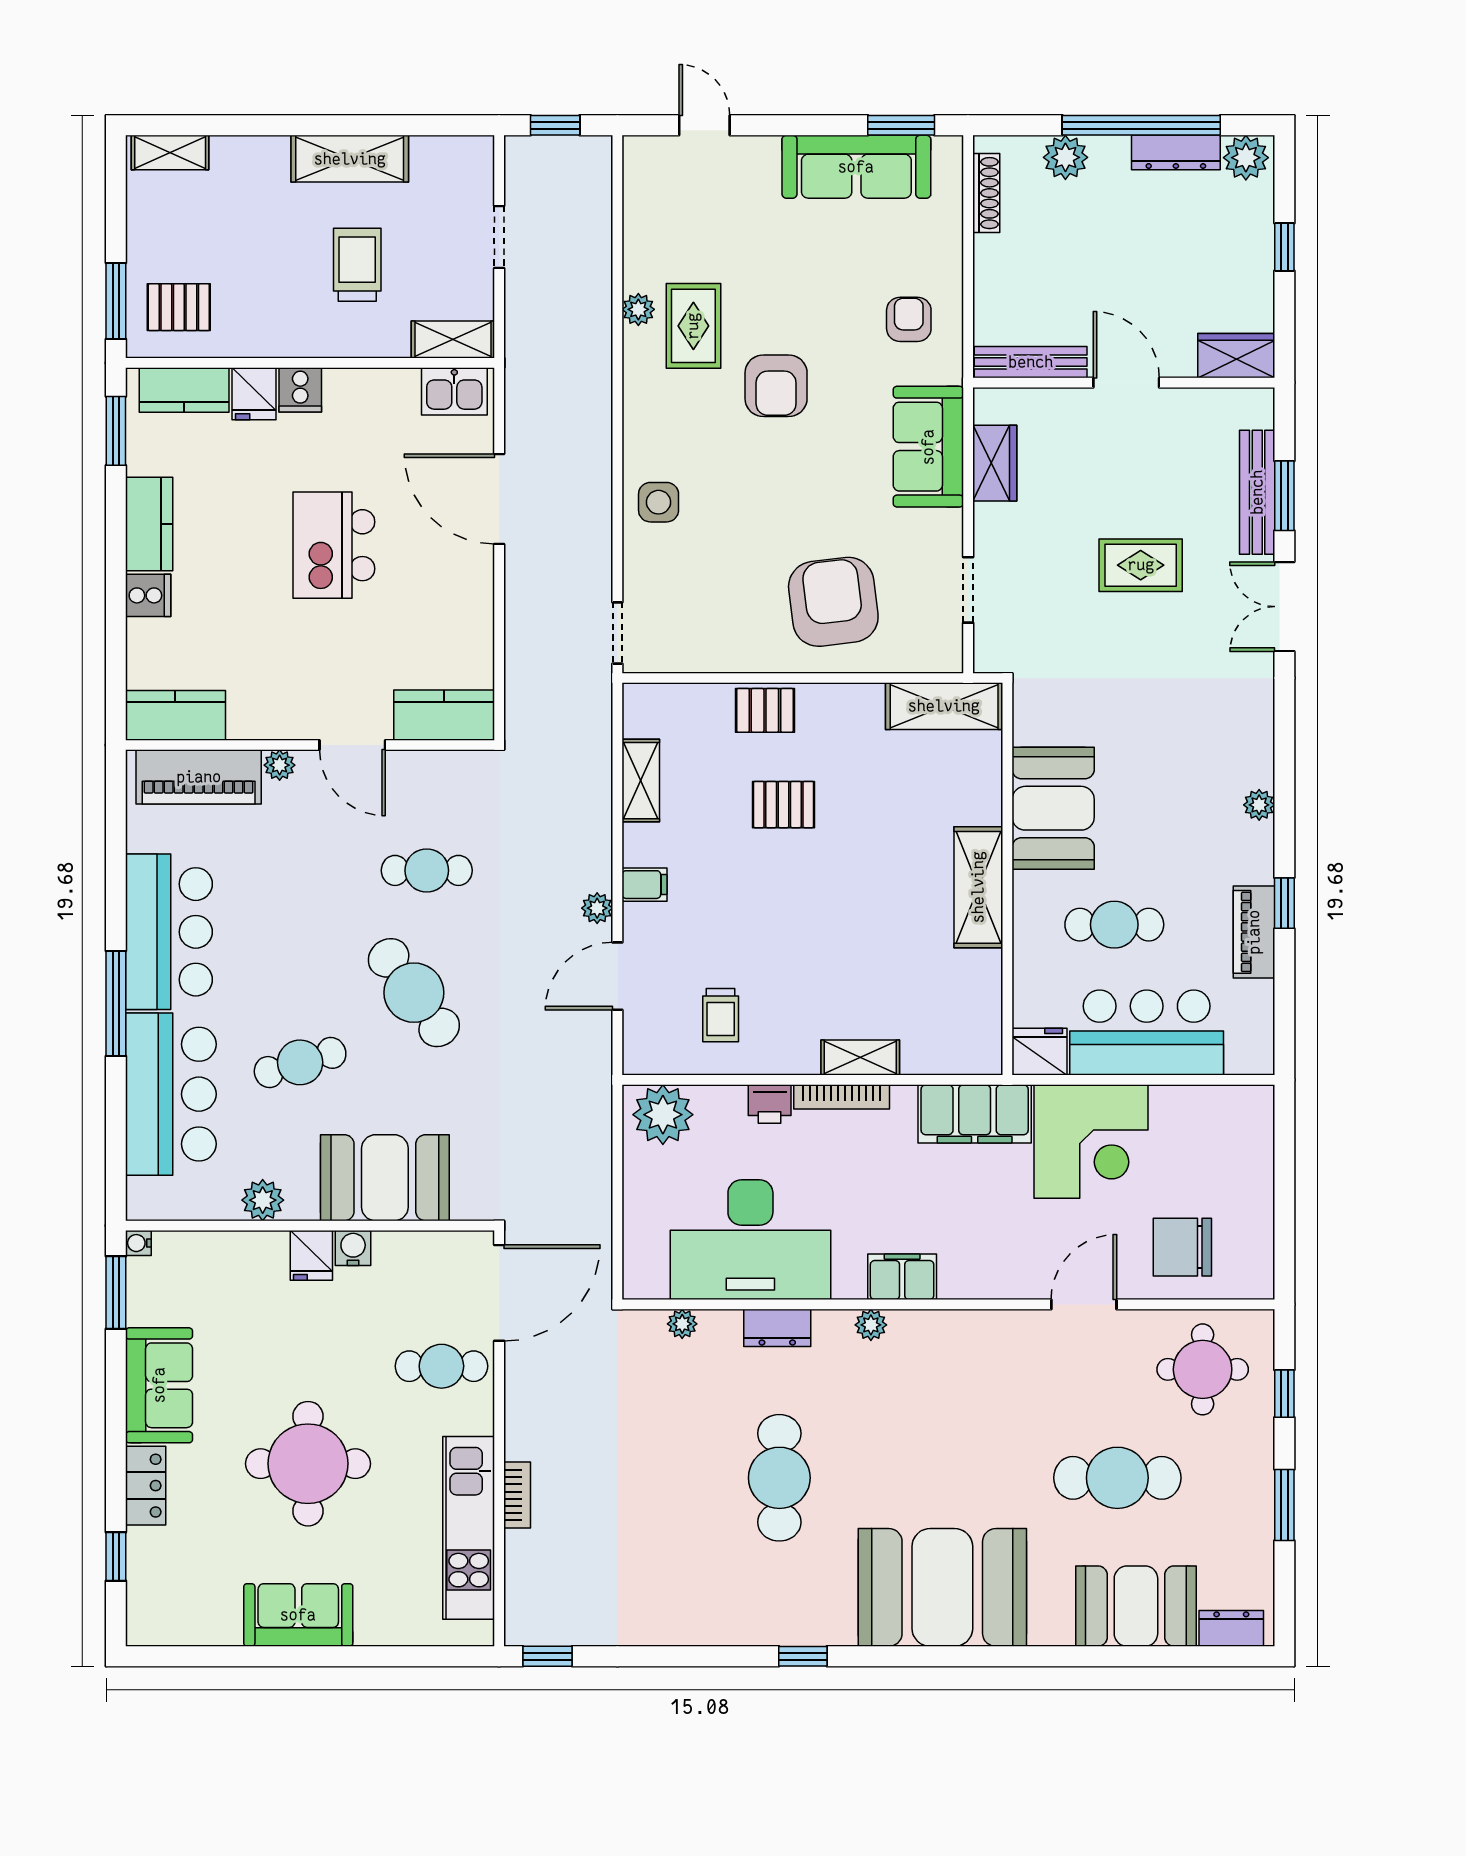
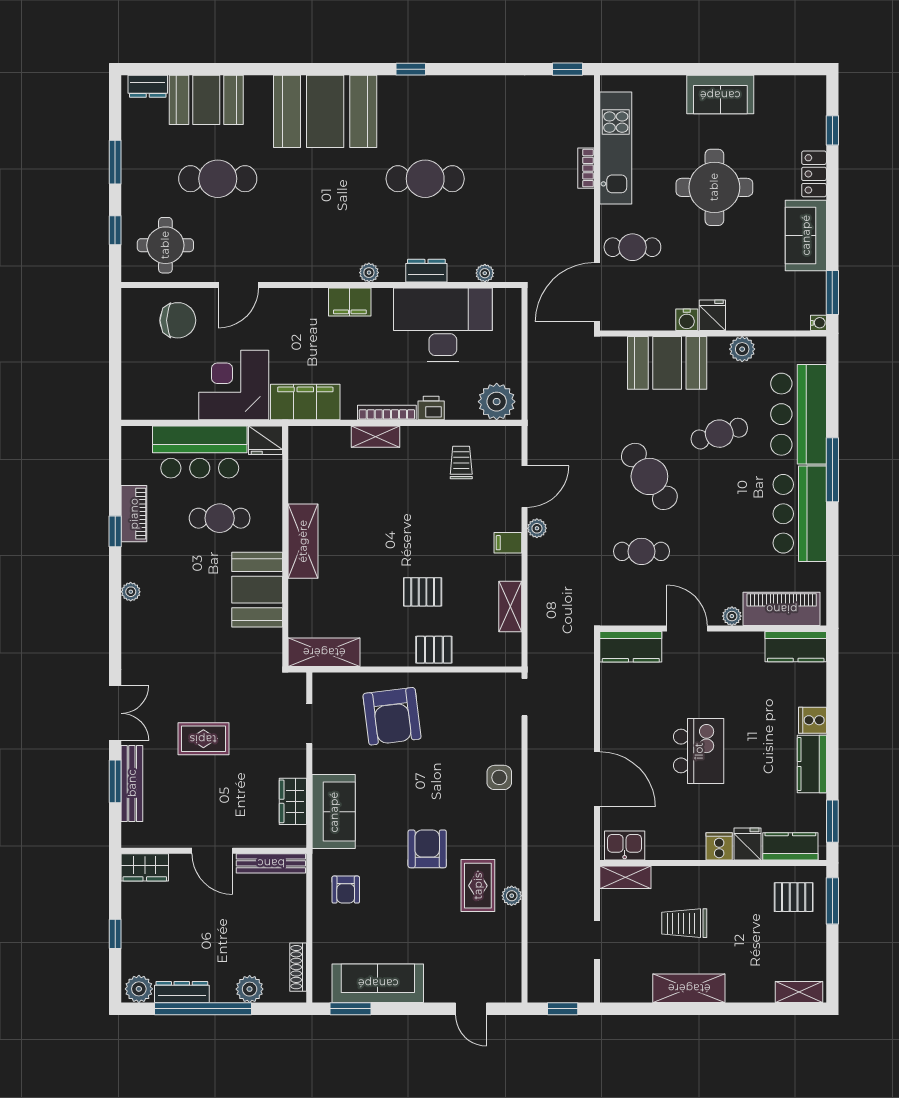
trolley: (357, 265) -> (684, 923), turned 90
cafe table: (779, 1478) -> (425, 179), turned 90

